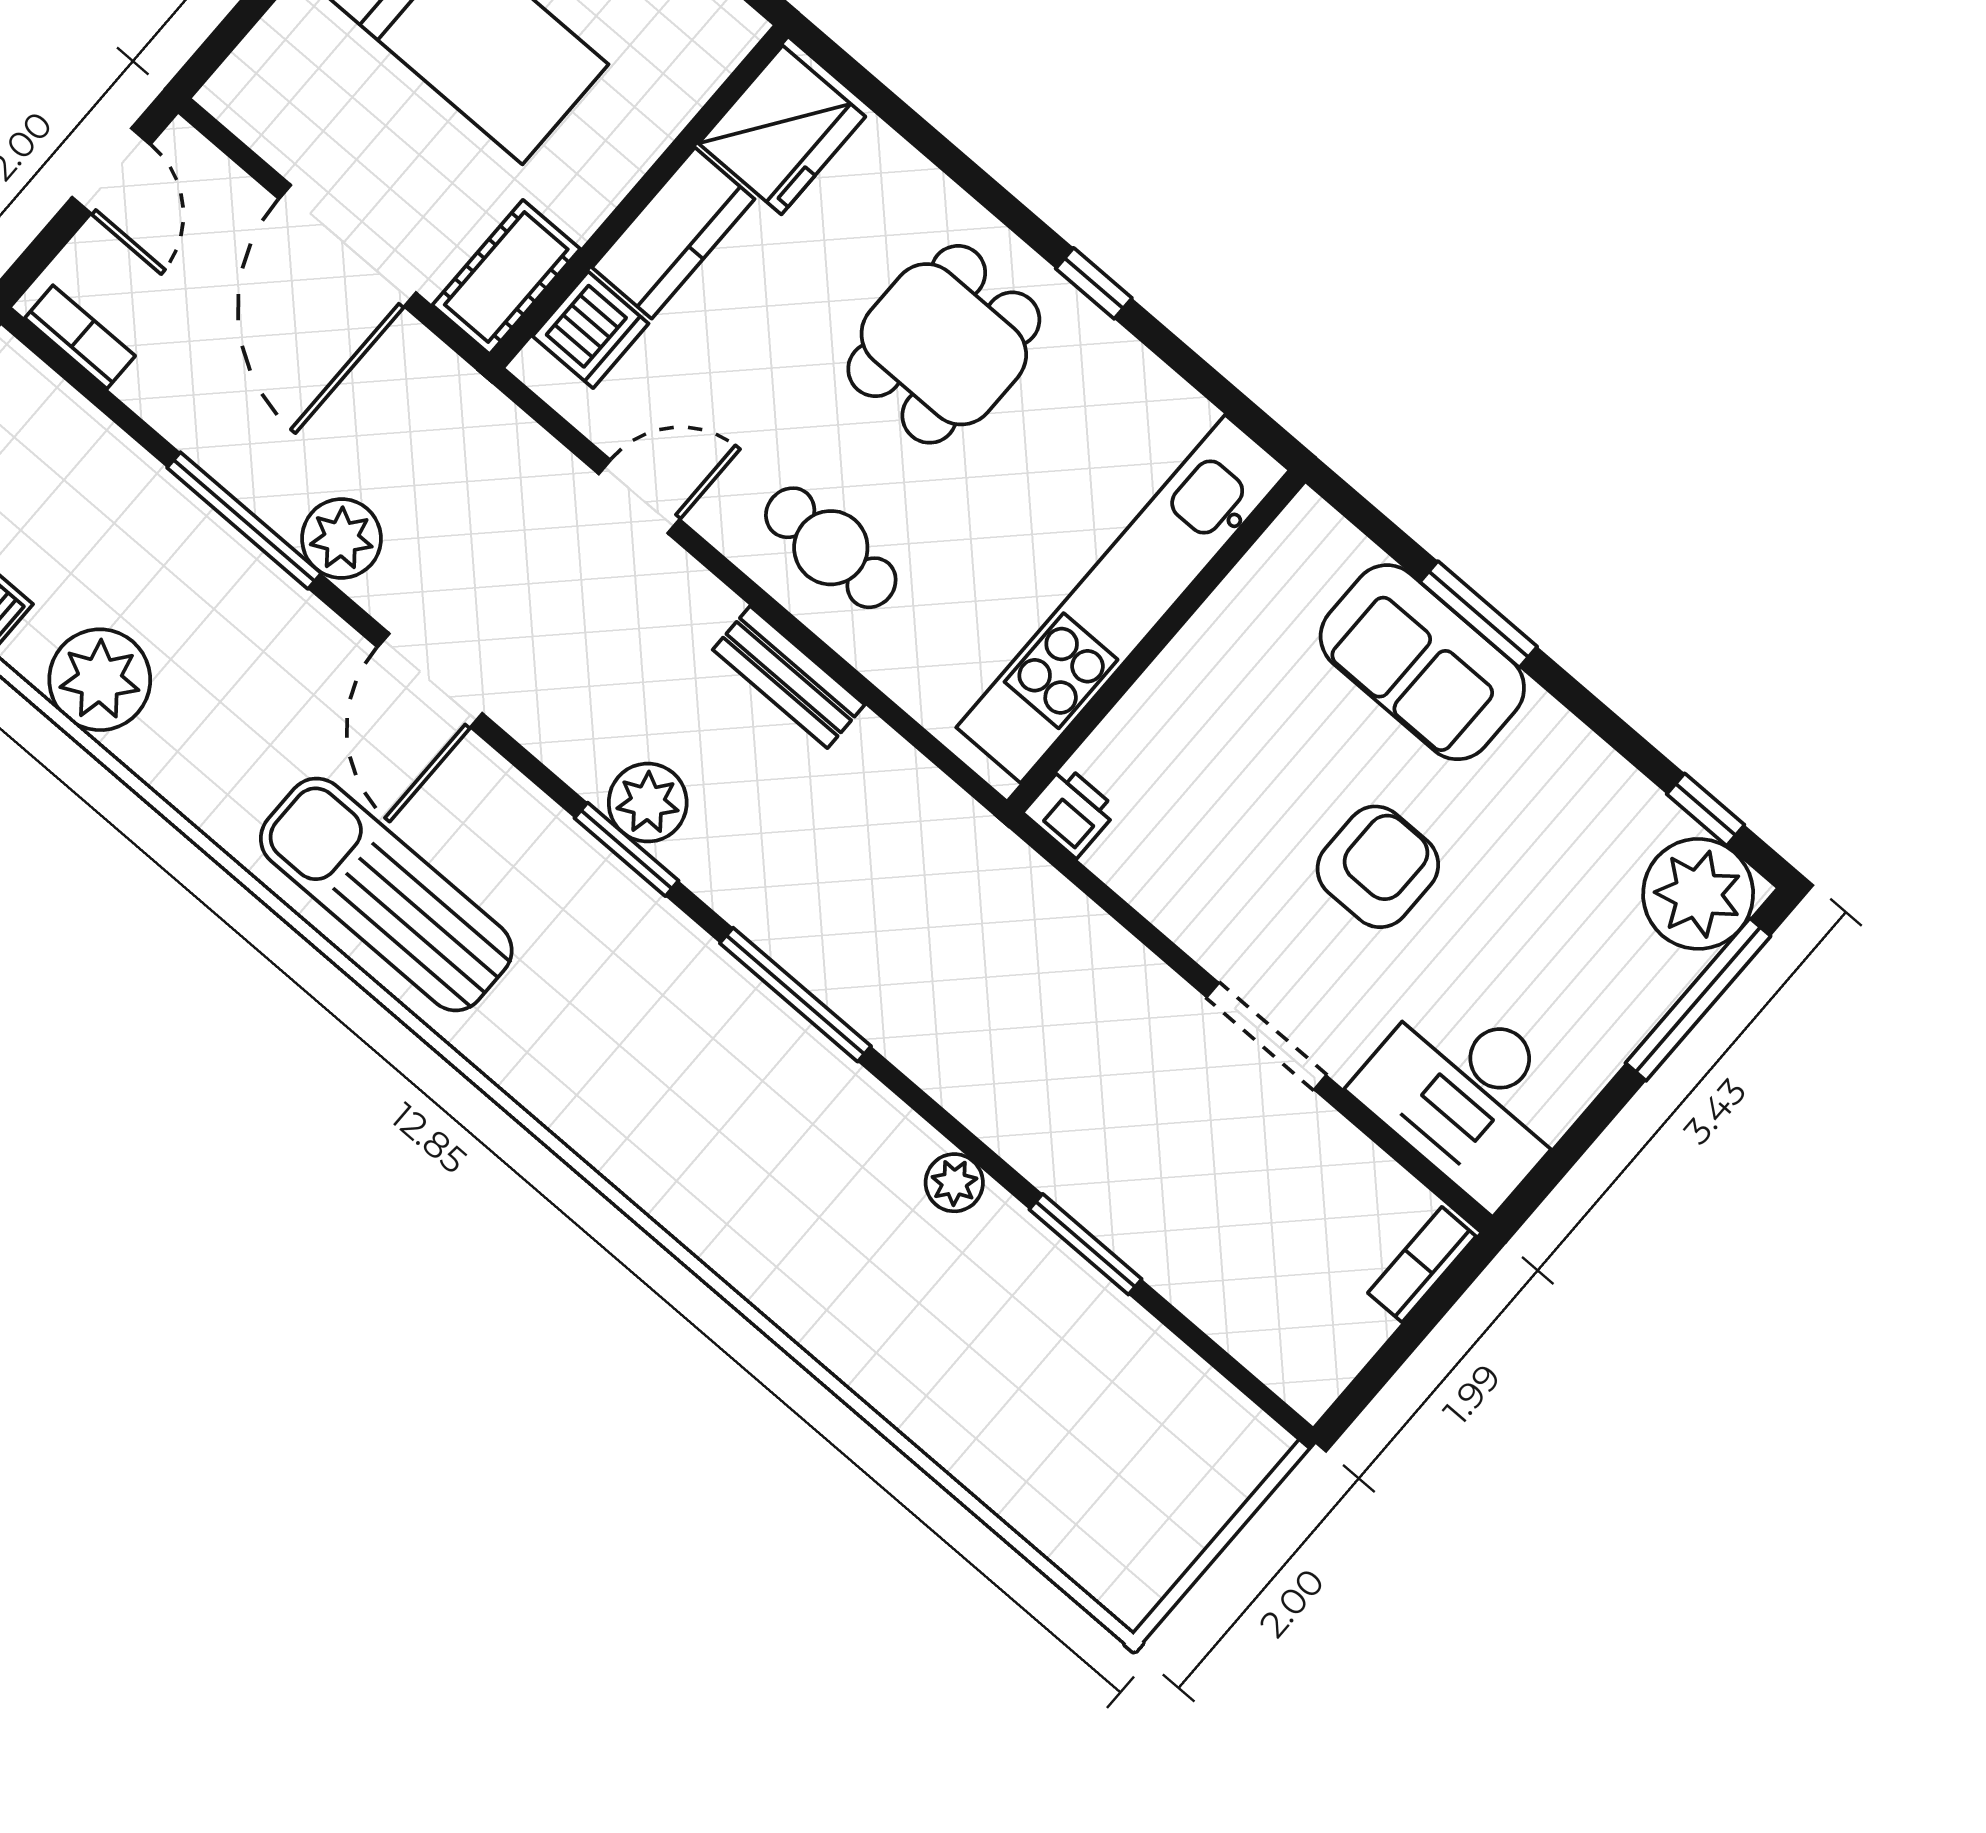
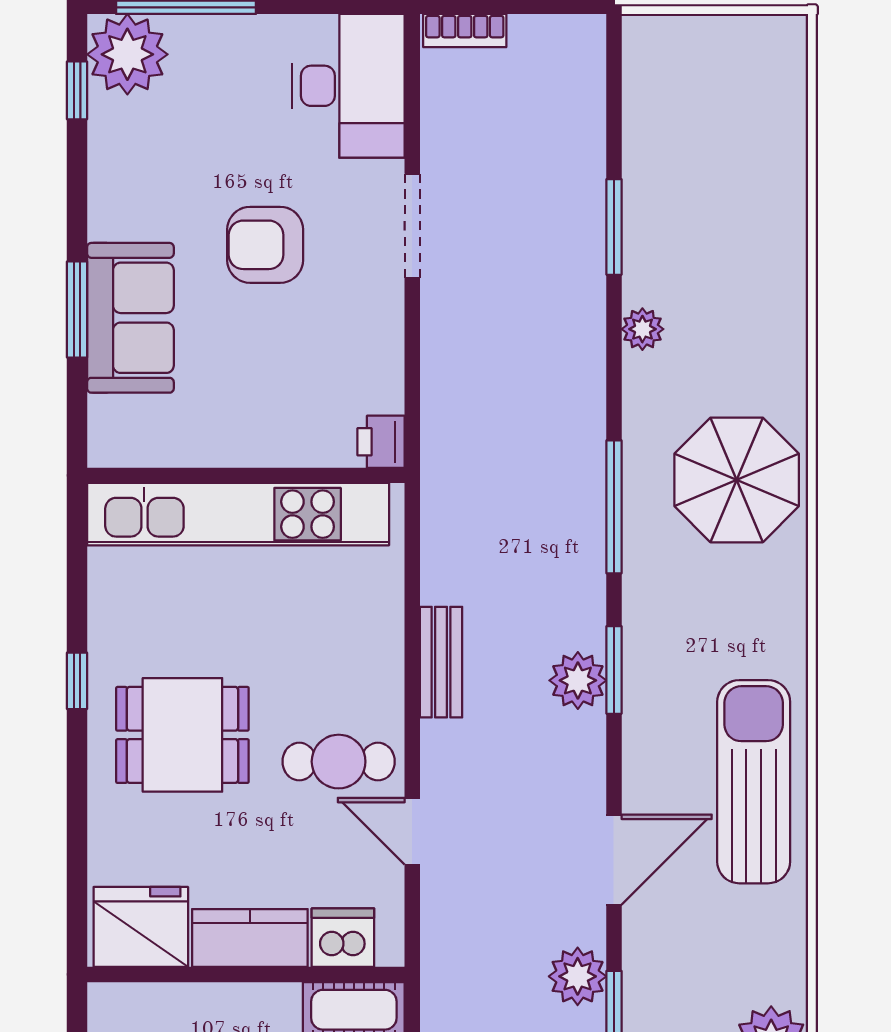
cafe table: (831, 548) -> (339, 762), moved, turned 90
sun lounger: (386, 894) -> (754, 782), turned 180
parasol: (714, 1146) -> (737, 480), added

